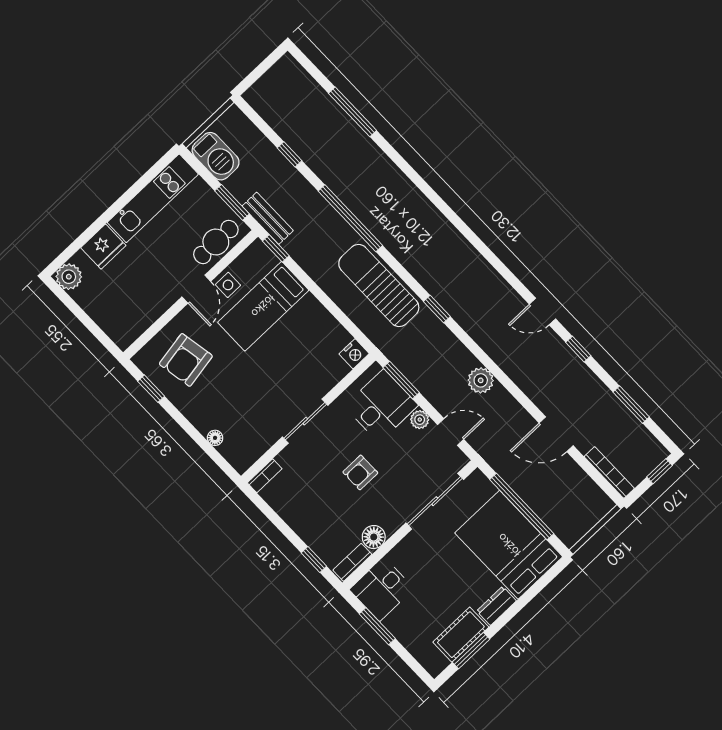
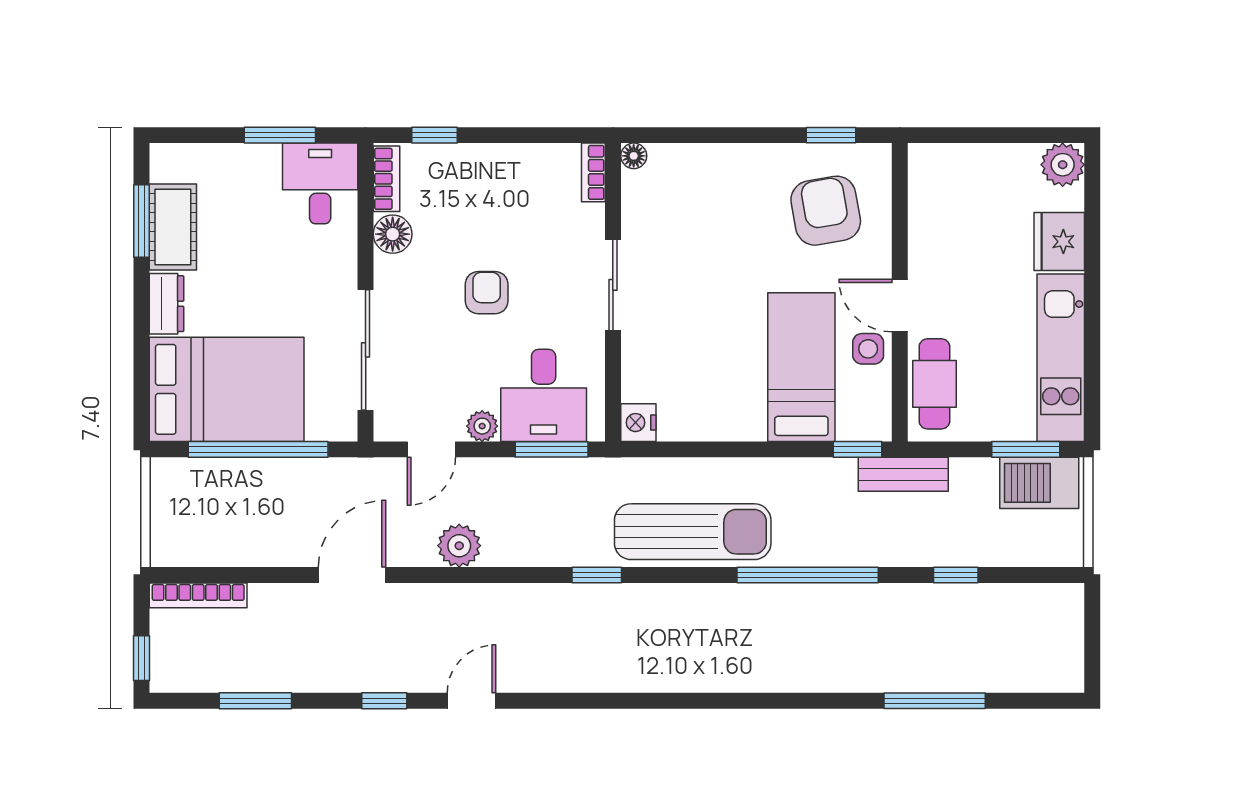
window: (232, 202) -> (1026, 449), moved
door: (556, 434) -> (352, 575), moved
floor lamp: (215, 438) -> (634, 156), moved

